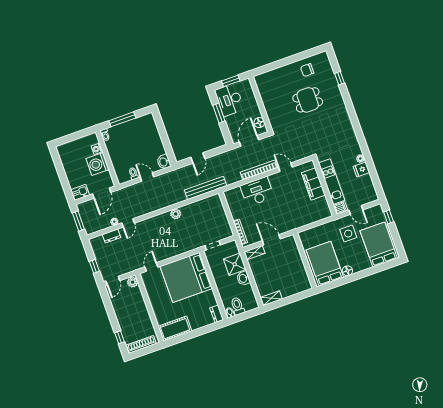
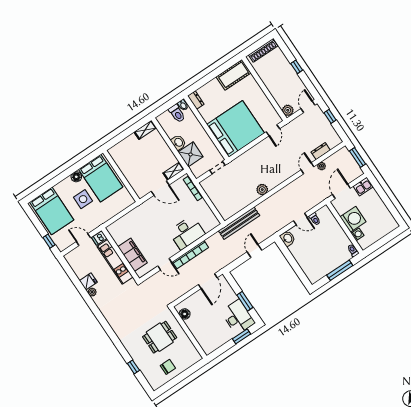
wall: (260, 104) -> (188, 333), moved
floor lamp: (259, 123) -> (185, 314), moved
side table: (348, 234) -> (83, 199), moved
window: (120, 337) -> (297, 67), moved

